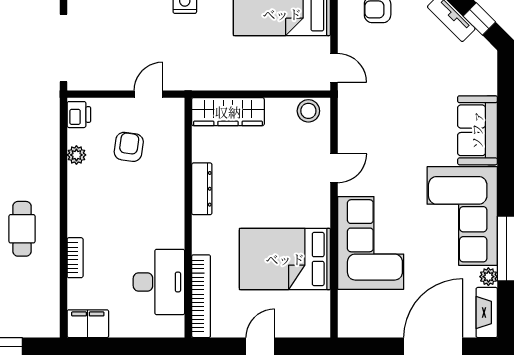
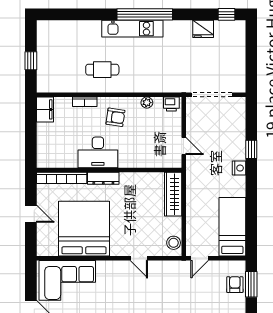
armchair: (129, 147) -> (115, 117), moved
dresser: (202, 189) -> (103, 178), moved
corner sofa: (371, 243) -> (67, 280), moved
bed: (285, 259) -> (84, 229), width x1.36
desk: (159, 282) -> (98, 152), moved

